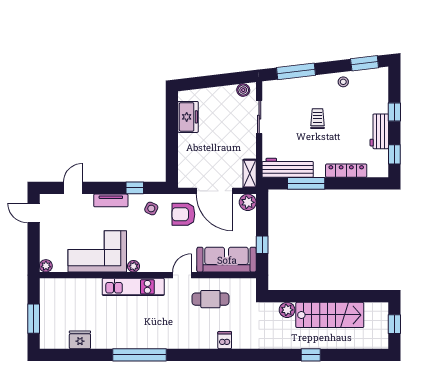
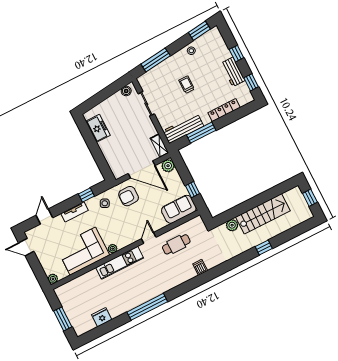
sofa: (227, 260) -> (179, 209), width x0.73

